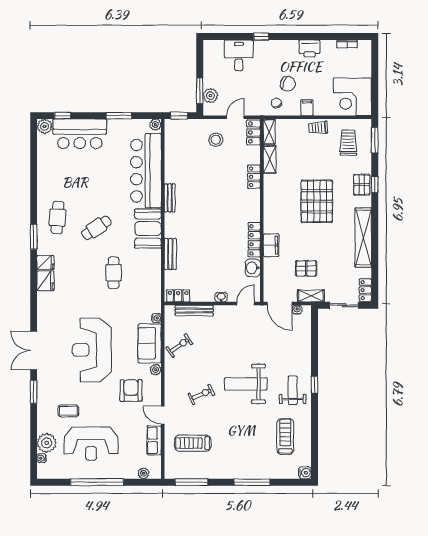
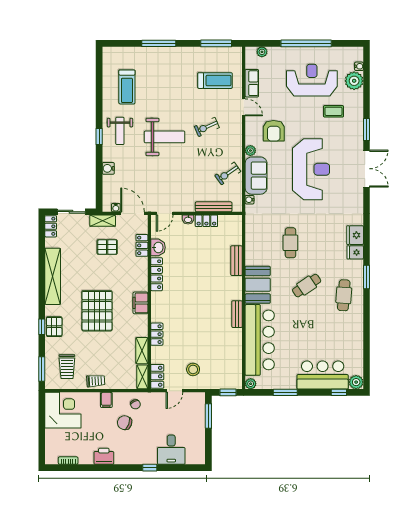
plant: (210, 96) -> (198, 411), removed
filing cabinet: (271, 245) -> (140, 303), moved
locker: (270, 270) -> (142, 245), added
locker: (178, 296) -> (206, 221), moved
water cooler: (305, 473) -> (108, 168), moved

